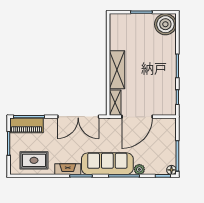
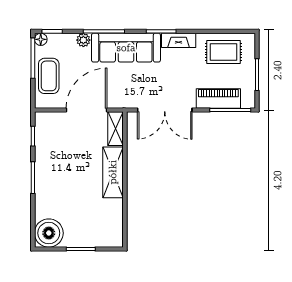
double door: (78, 117) -> (165, 110), swing flipped
piano: (27, 125) -> (218, 99), moved
coffee table: (165, 142) -> (49, 76), added

